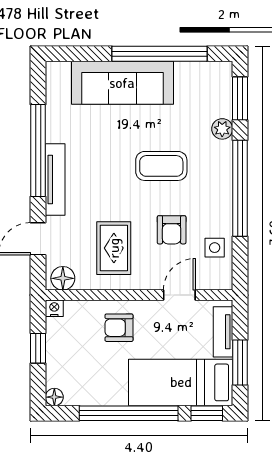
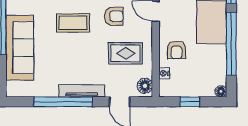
coffee table: (161, 166) -> (73, 23), turned 90
nightstand: (54, 308) -> (164, 73), moved

